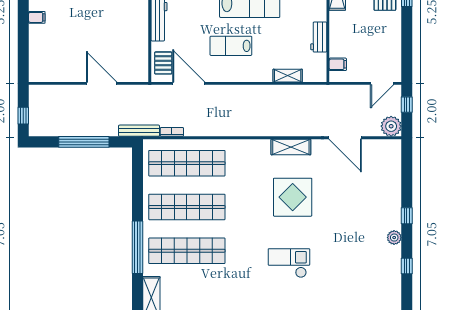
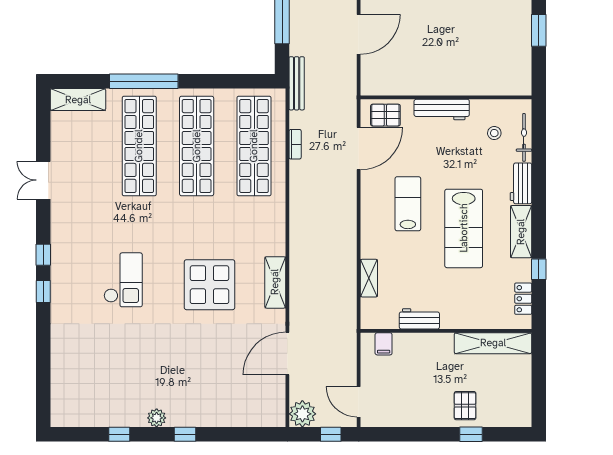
bookcase: (172, 132) -> (295, 144), moved

